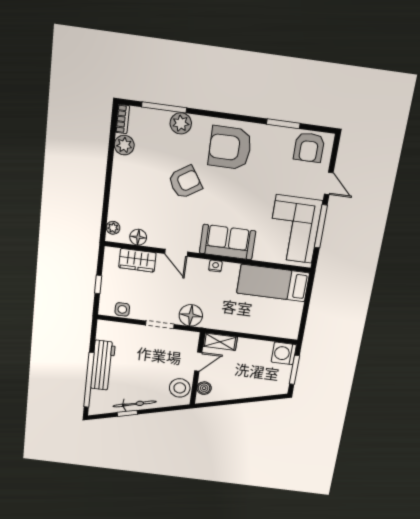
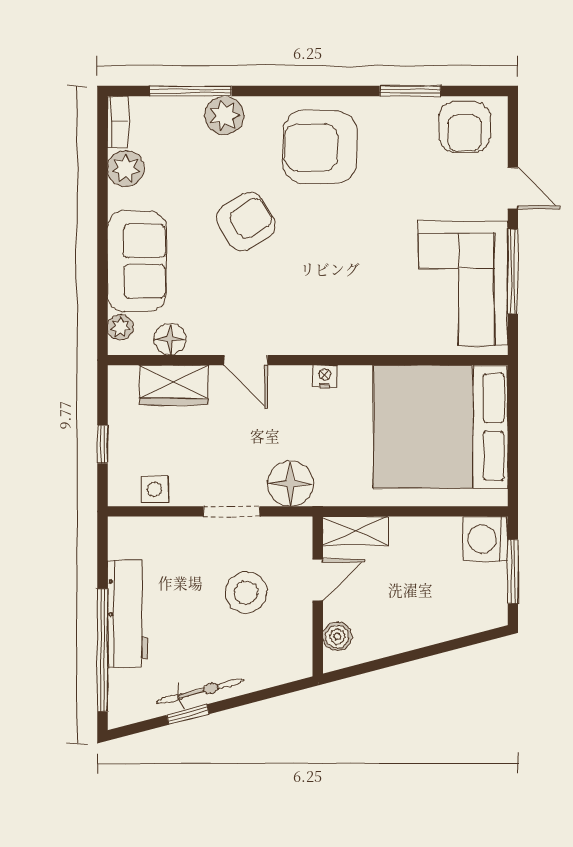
sofa: (228, 242) -> (137, 261), moved, turned 90
bed: (273, 283) -> (441, 427), width x2.04
stool: (180, 388) -> (246, 593), moved

